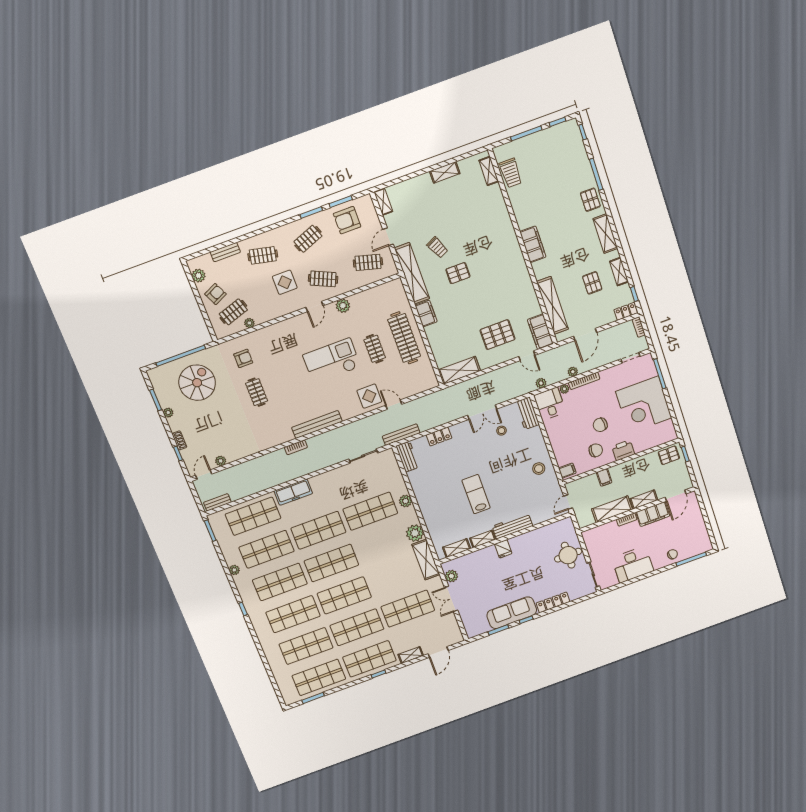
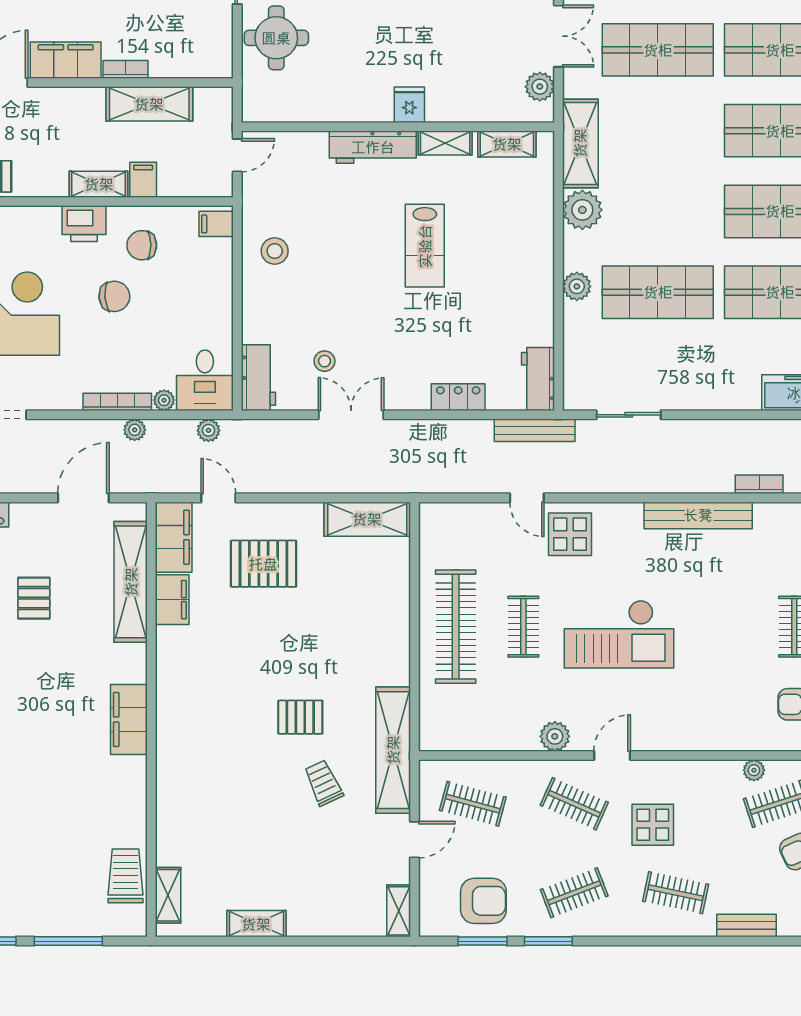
filing cabinet: (426, 314) -> (172, 600), moved, turned 180
shelving: (644, 499) -> (99, 184), moved

